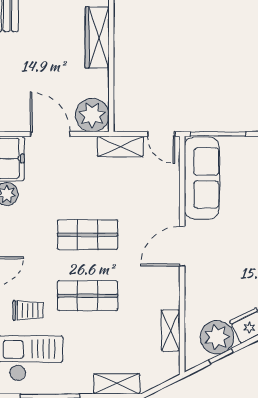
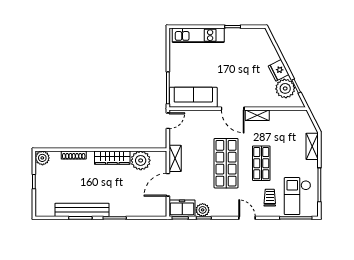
plant: (92, 115) -> (141, 160), moved
shelving: (120, 146) -> (175, 158), moved
shop shelf: (88, 235) -> (226, 163), width x1.43, depth x1.36
shelving: (171, 330) -> (257, 115), moved

